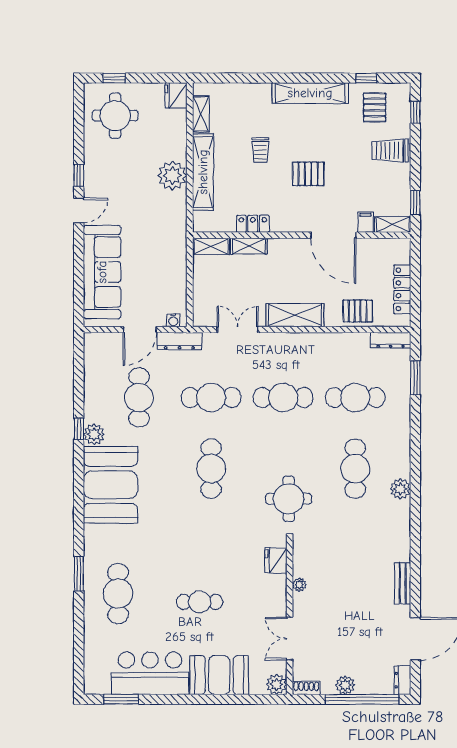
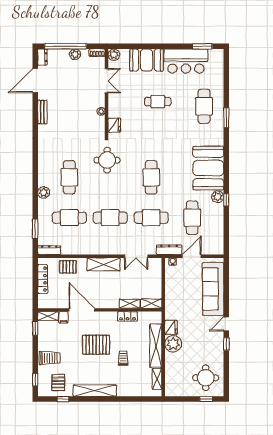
fridge: (176, 95) -> (171, 327), moved
pallet: (308, 174) -> (96, 345), width x1.50, depth x1.42
plant: (400, 489) -> (44, 193), moved

